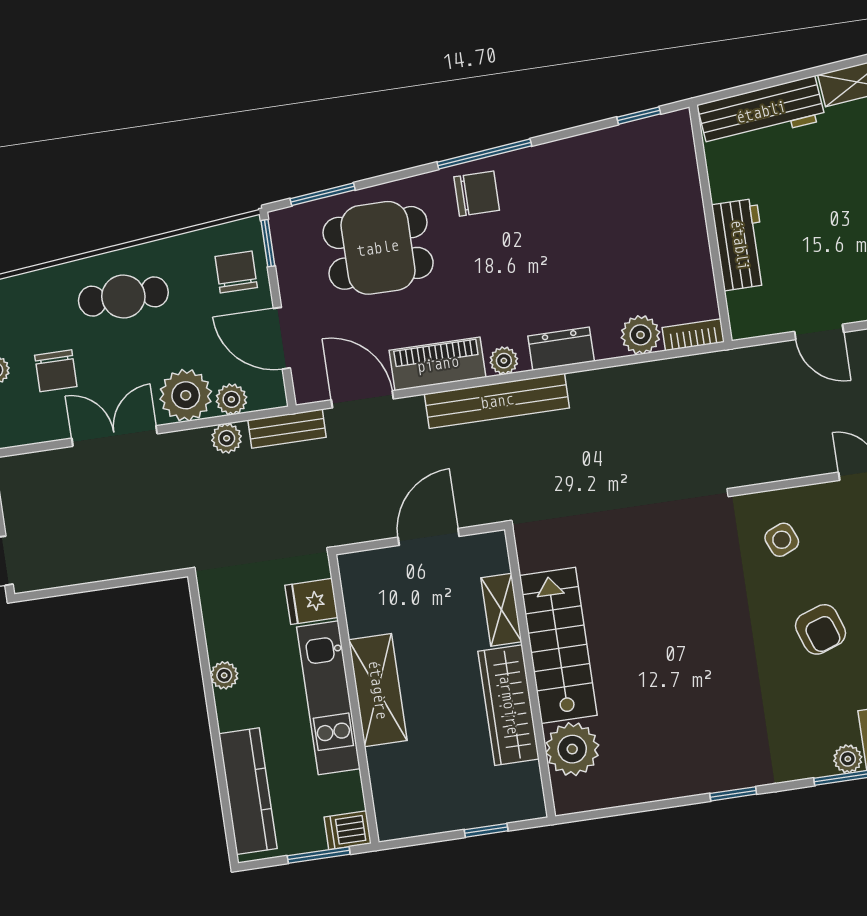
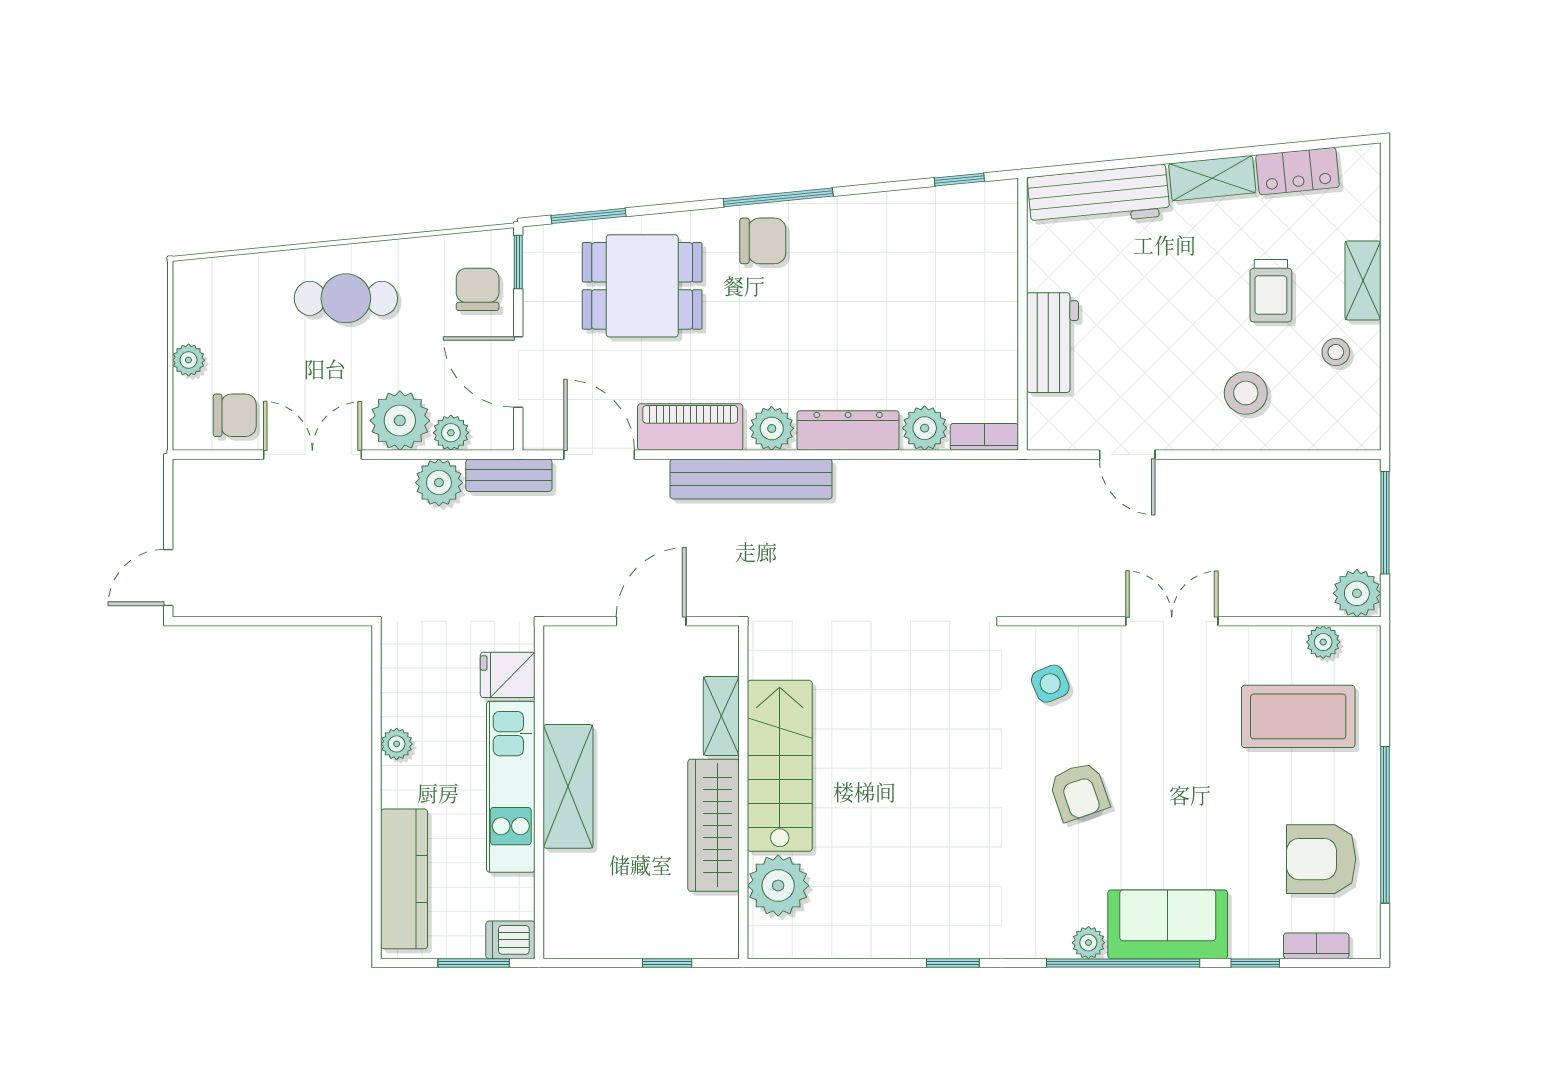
dresser: (561, 349) -> (848, 431), width x1.44
plant: (504, 361) -> (772, 428), width x1.38, depth x1.38
chair: (56, 371) -> (235, 415), moved, turned -90
plant: (227, 438) -> (439, 483), width x1.38, depth x1.38

